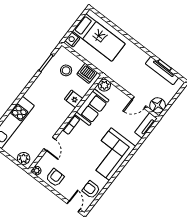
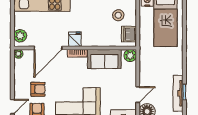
fridge: (74, 99) -> (75, 39), moved
door: (139, 103) -> (138, 95), swing flipped
door: (50, 144) -> (48, 48), width x1.88
armchair: (55, 178) -> (38, 89), moved

